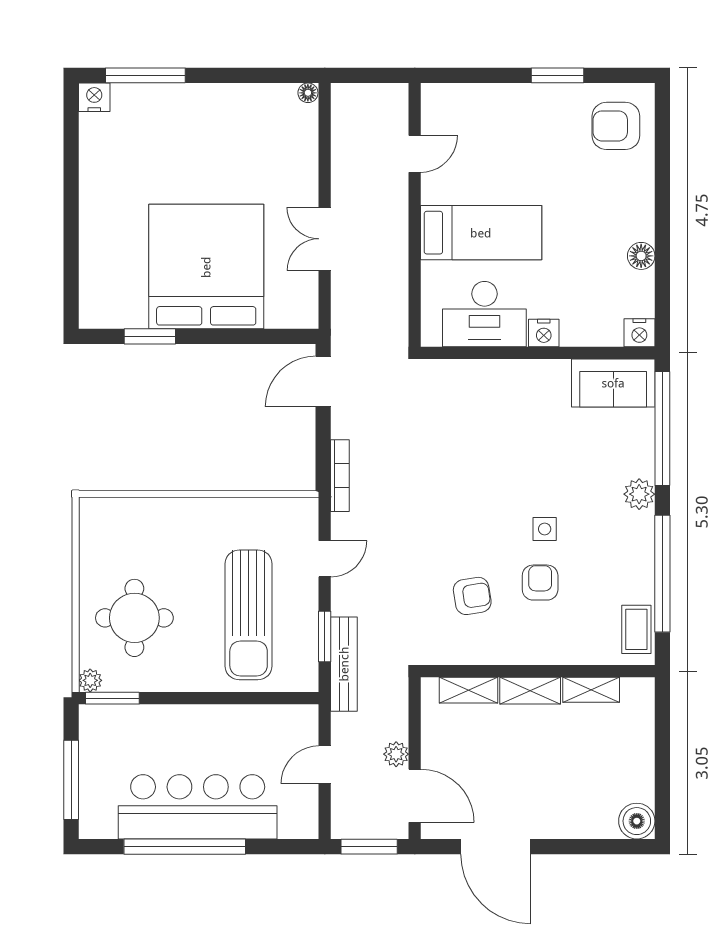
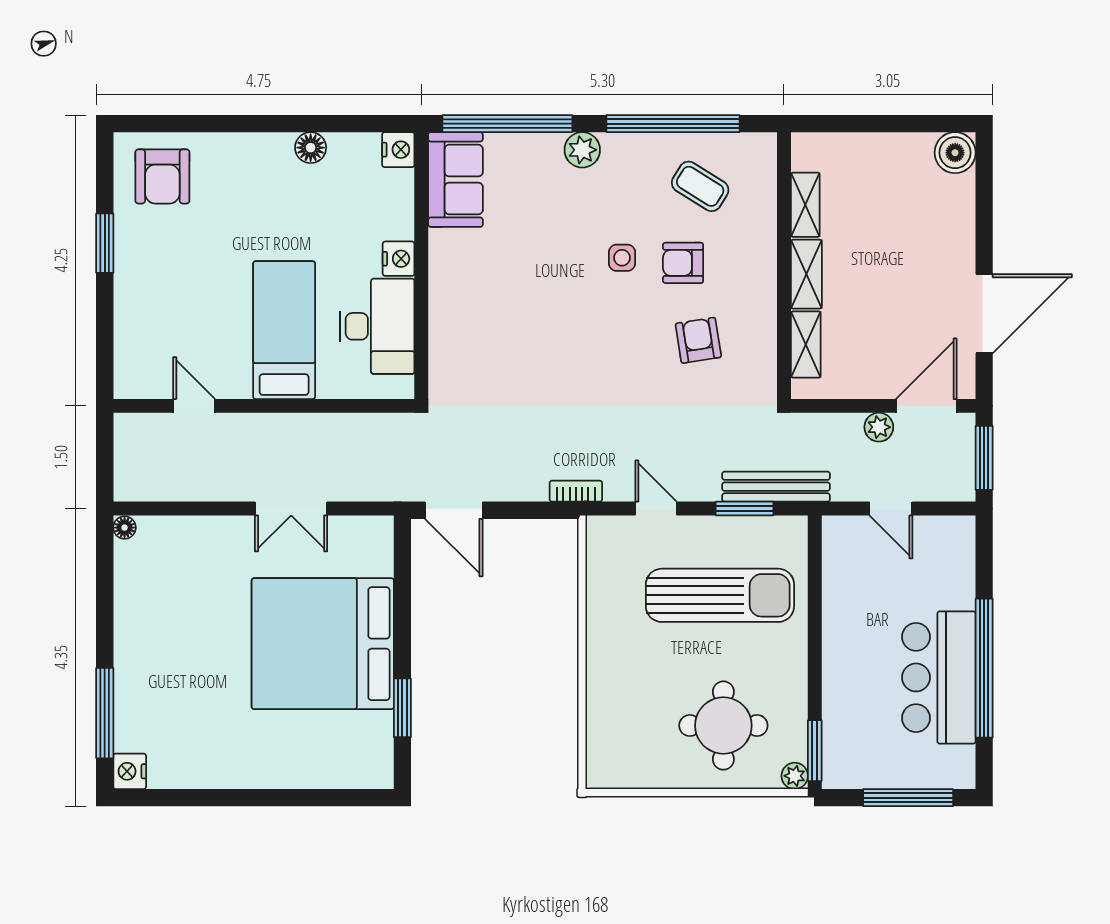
bookcase: (340, 476) -> (576, 491), width x0.64
coffee table: (636, 629) -> (700, 186), moved, turned 32
bar counter: (198, 807) -> (939, 677), width x0.73

